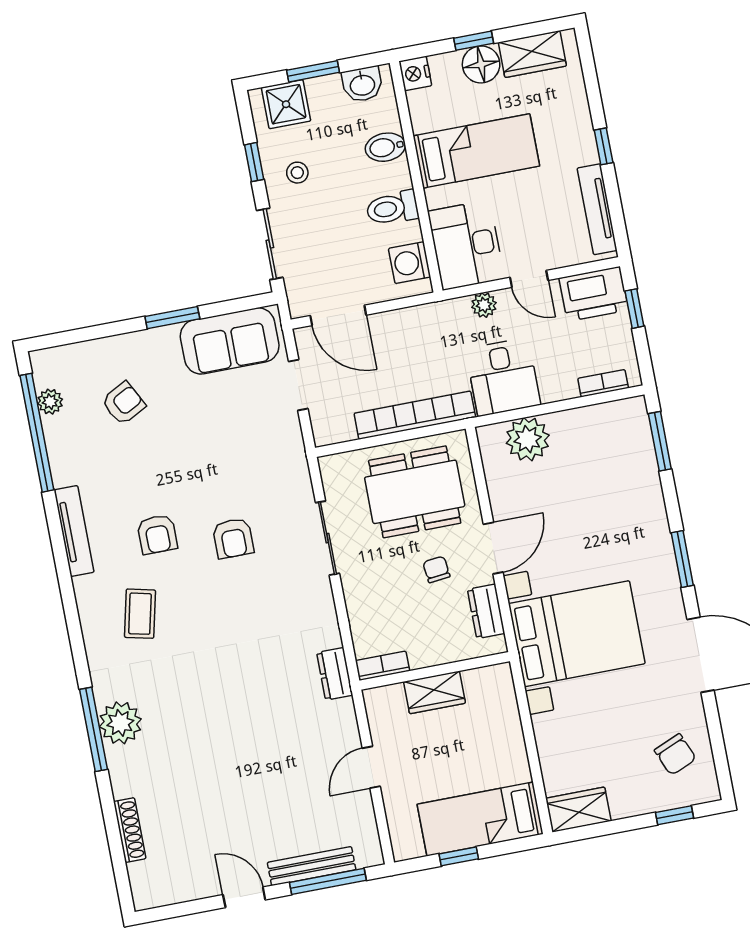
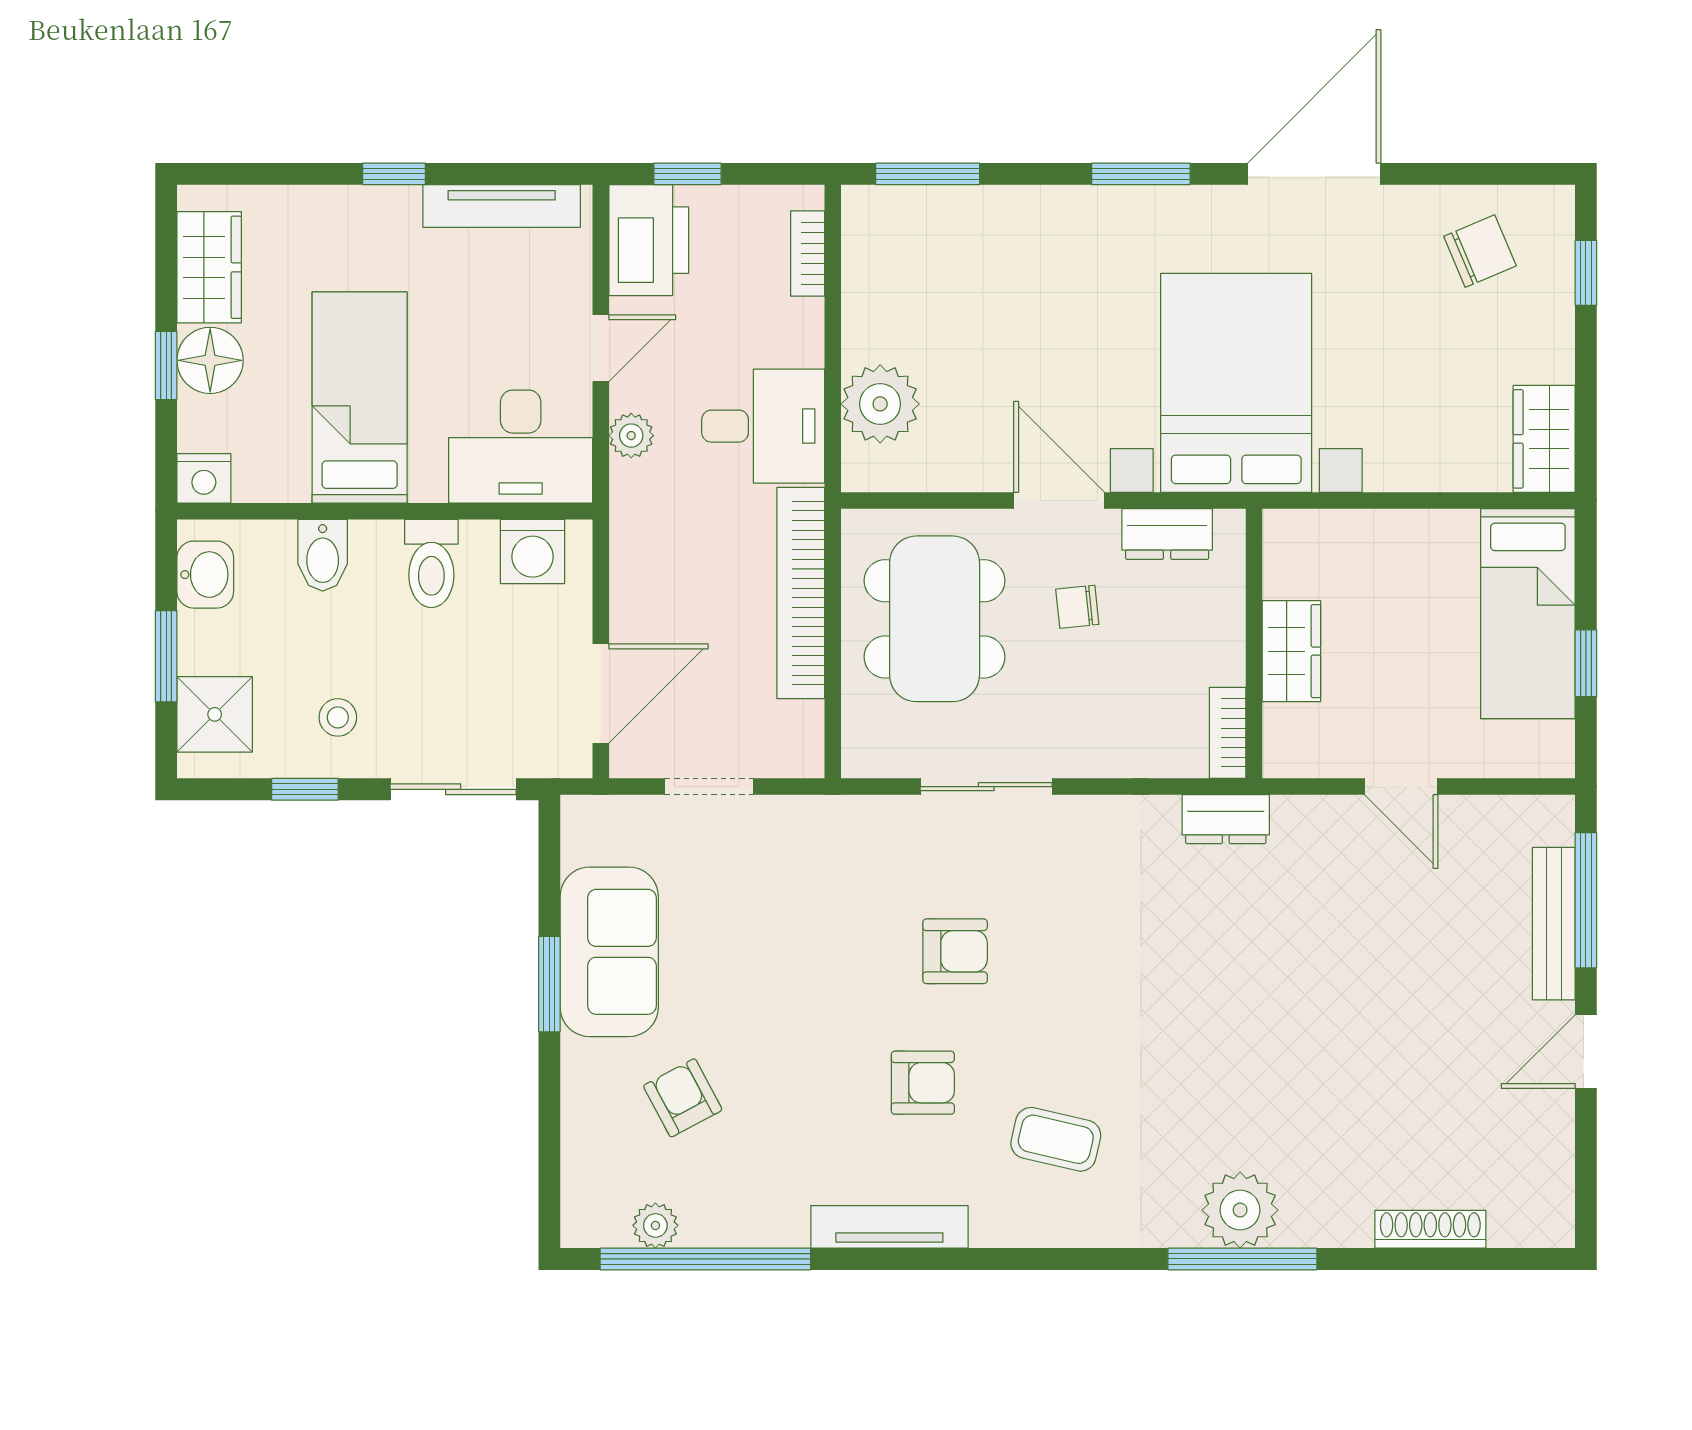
sofa: (230, 341) -> (609, 952), moved

